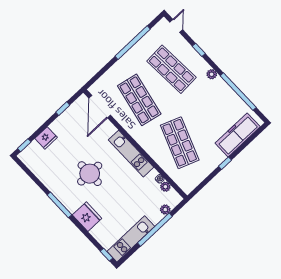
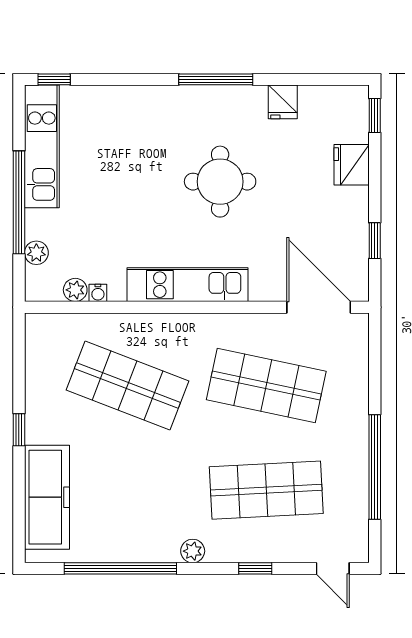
fridge: (87, 217) -> (283, 102), moved, width x0.53, depth x0.75

